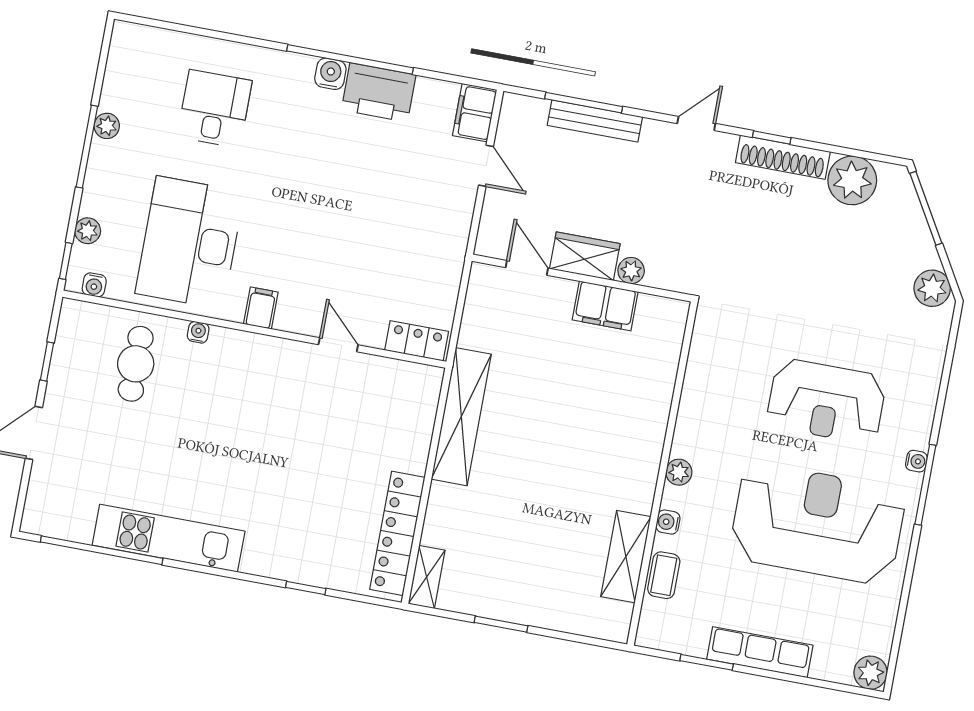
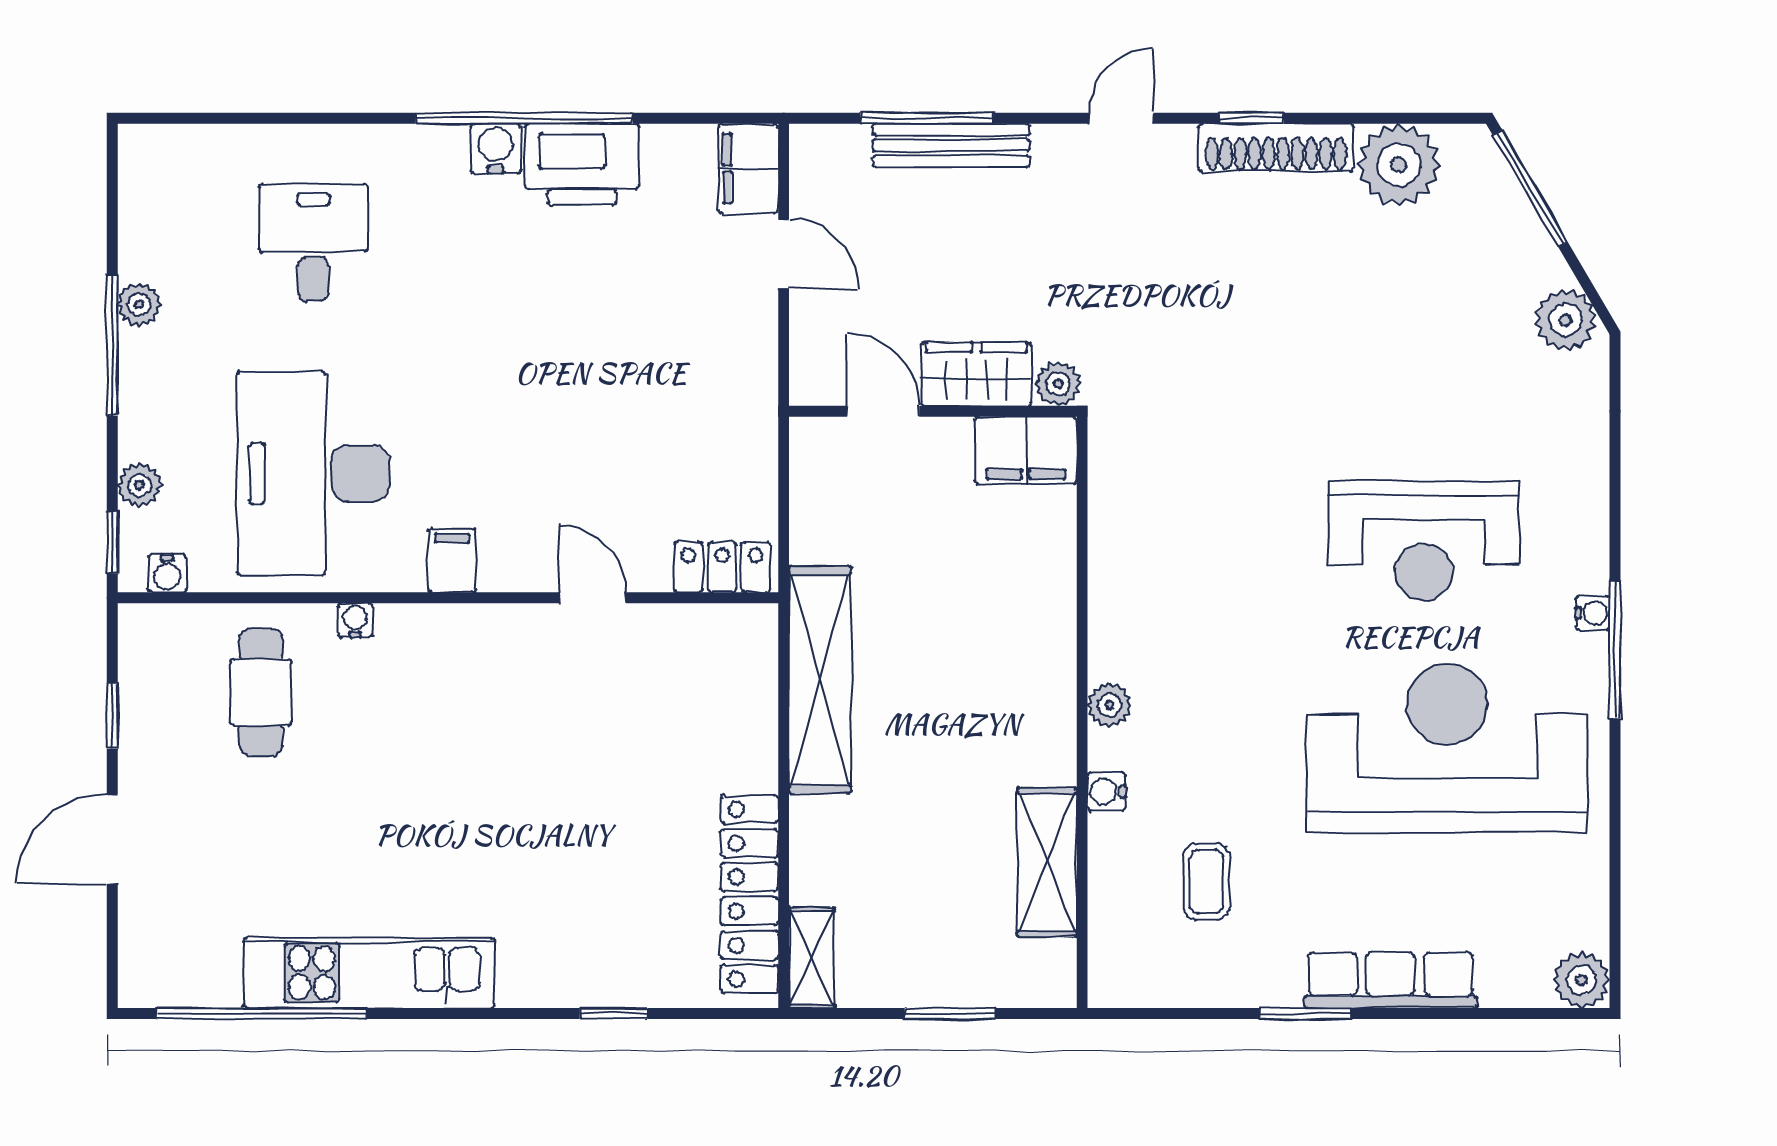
plant: (679, 472) -> (1109, 705), moved
wall: (662, 474) -> (1082, 712), moved
water cooler: (668, 522) -> (1107, 792), moved
shelving: (626, 557) -> (1047, 862), moved

